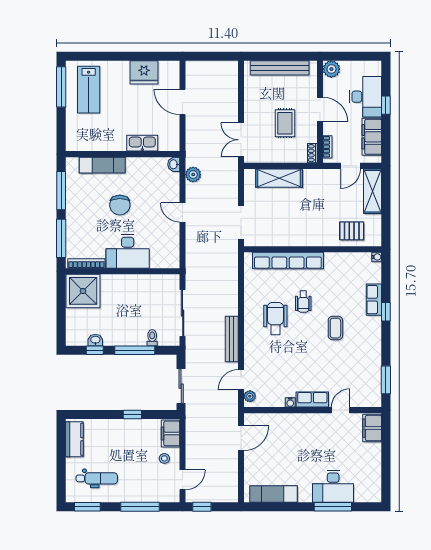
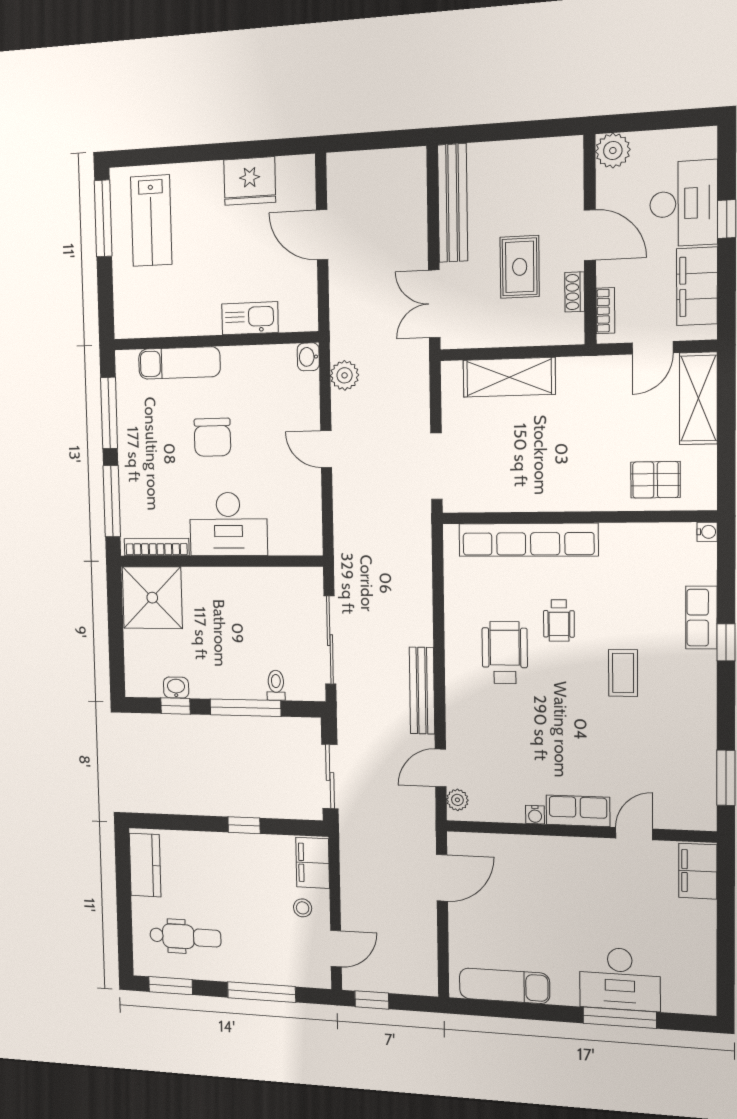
bench: (280, 68) -> (453, 203), moved, turned 90
shoe rack: (312, 153) -> (575, 292), moved

